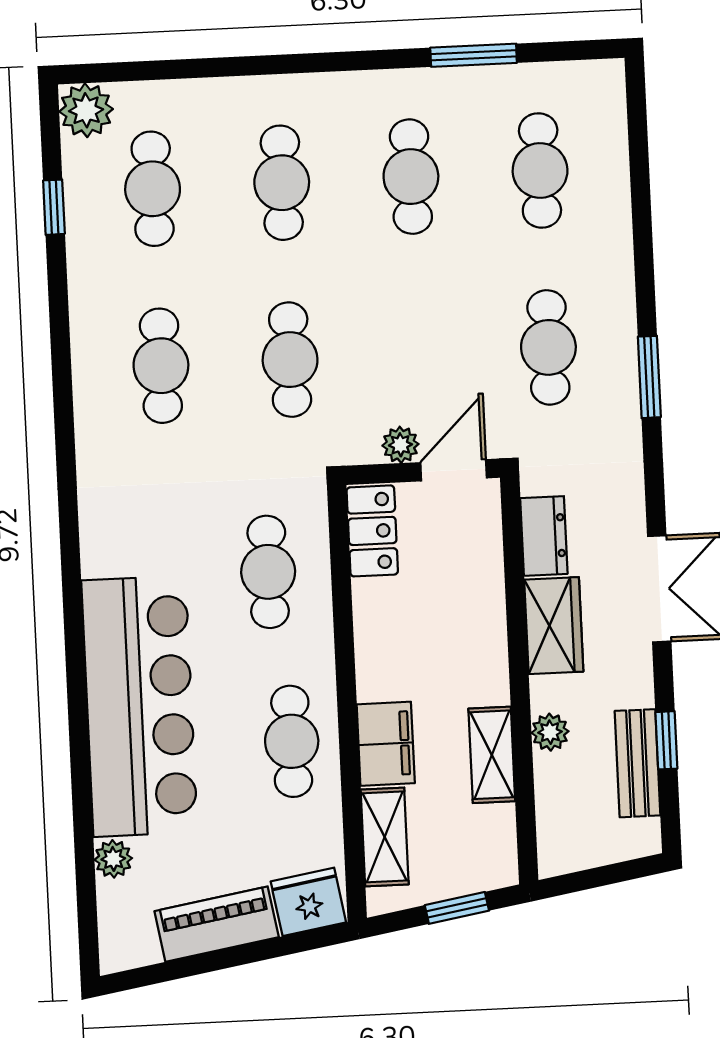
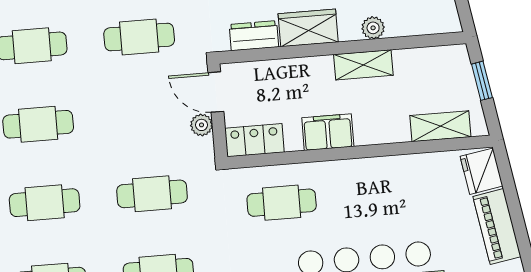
cafe table: (292, 741) -> (384, 185), removed
filing cabinet: (386, 744) -> (328, 132), moved
shelving: (492, 755) -> (363, 65), moved

